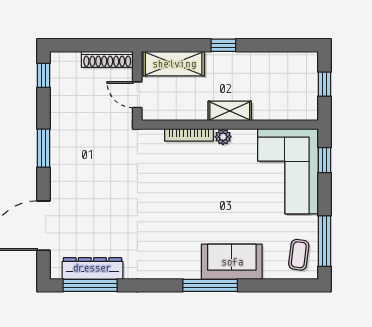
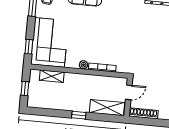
door: (137, 95) -> (129, 92), hinge flipped
shelving: (230, 111) -> (52, 76), moved

